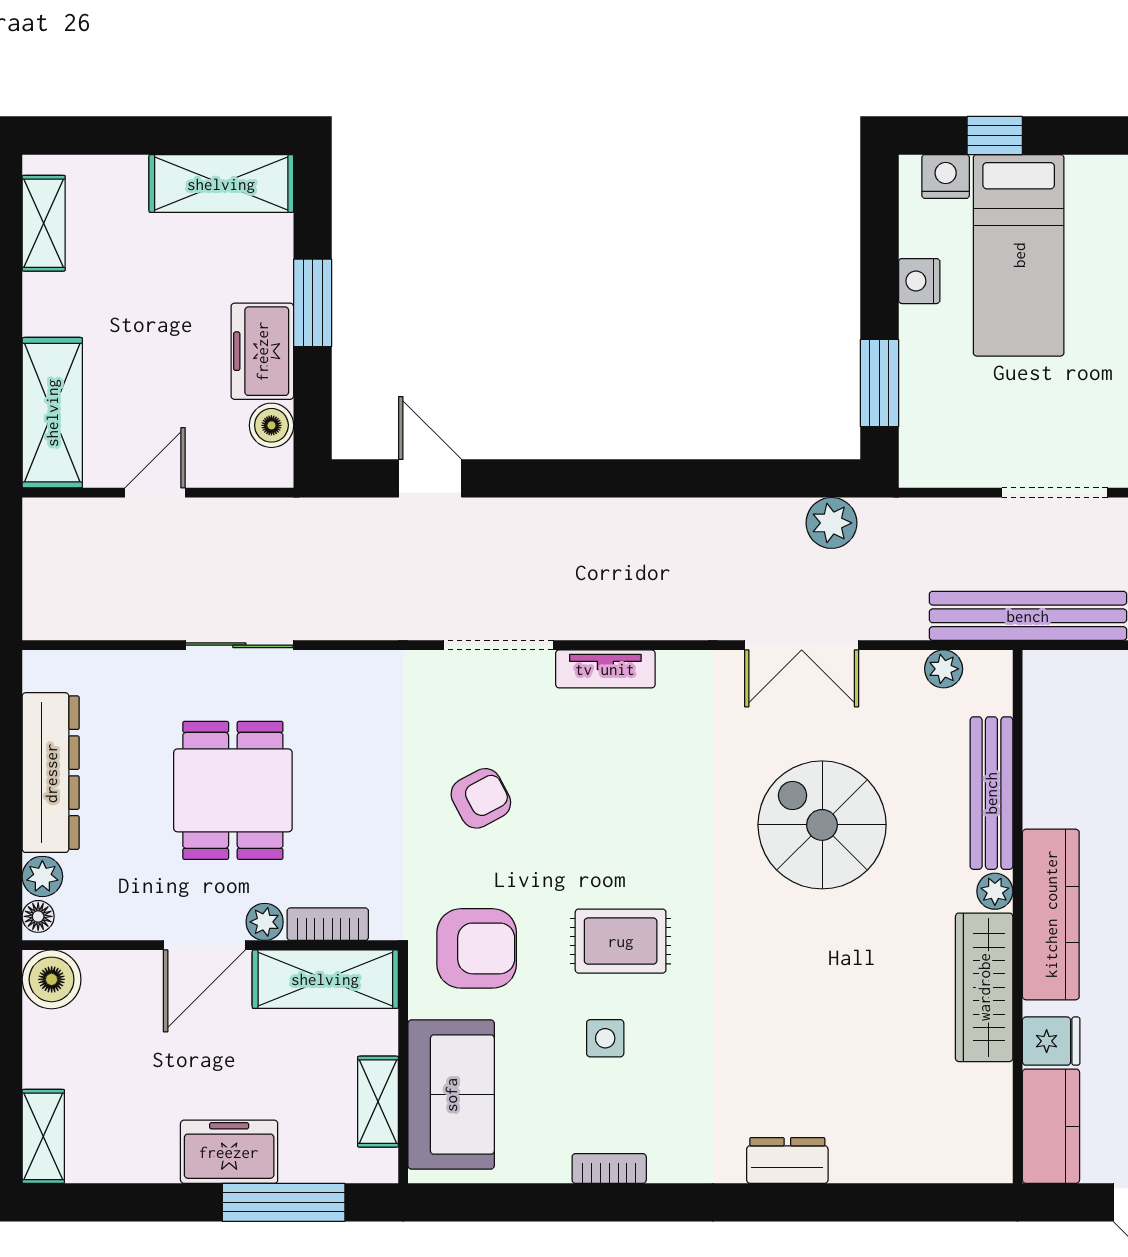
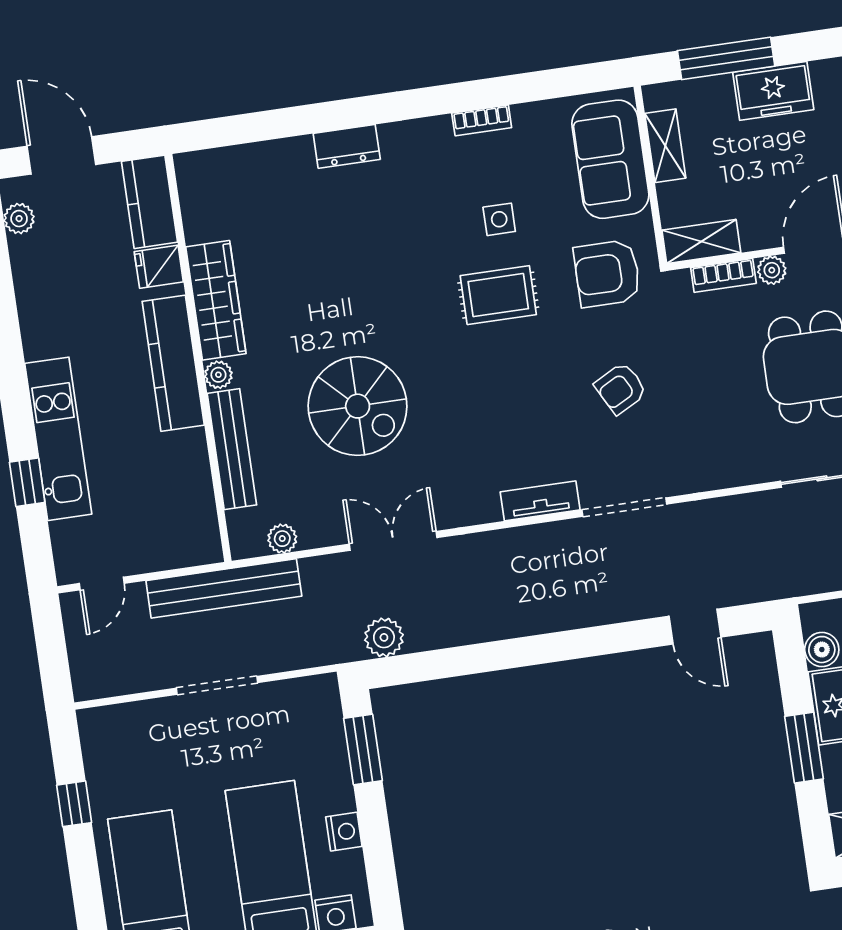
shelving: (325, 979) -> (701, 241), width x0.67, depth x0.75

